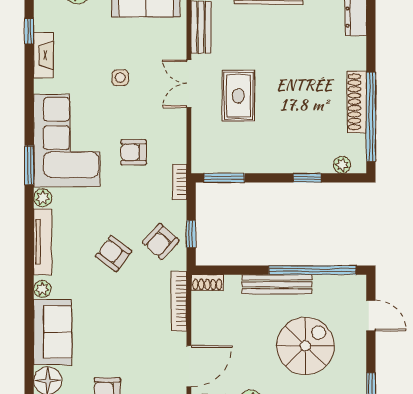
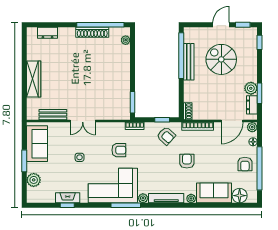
window: (29, 31) -> (67, 205), moved
rug: (238, 96) -> (89, 95), removed
armchair: (134, 152) -> (119, 150), turned -90
window: (29, 165) -> (126, 205), width x1.44
window: (307, 178) -> (132, 59), removed
armchair: (114, 254) -> (187, 161), moved, turned 143
bench: (277, 284) -> (189, 62), moved
door: (371, 315) -> (221, 25), moved
door: (189, 366) -> (232, 121), swing flipped

